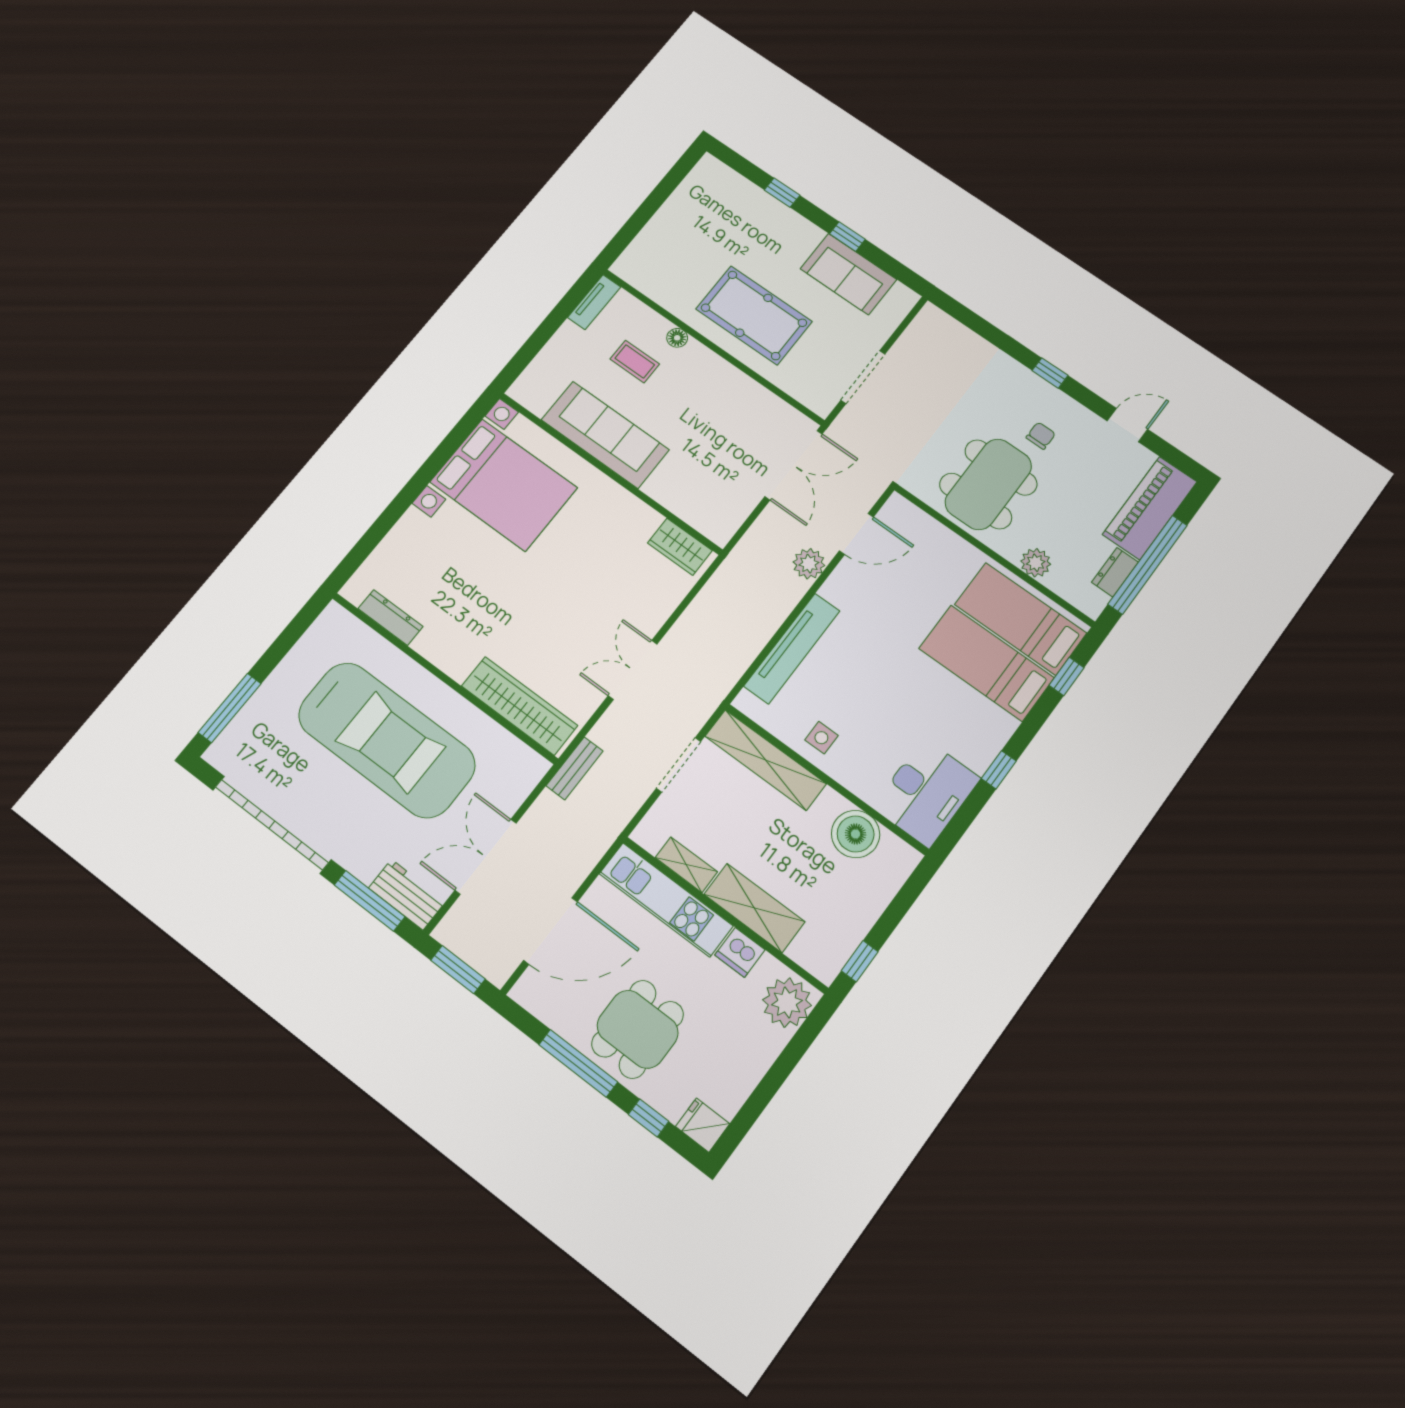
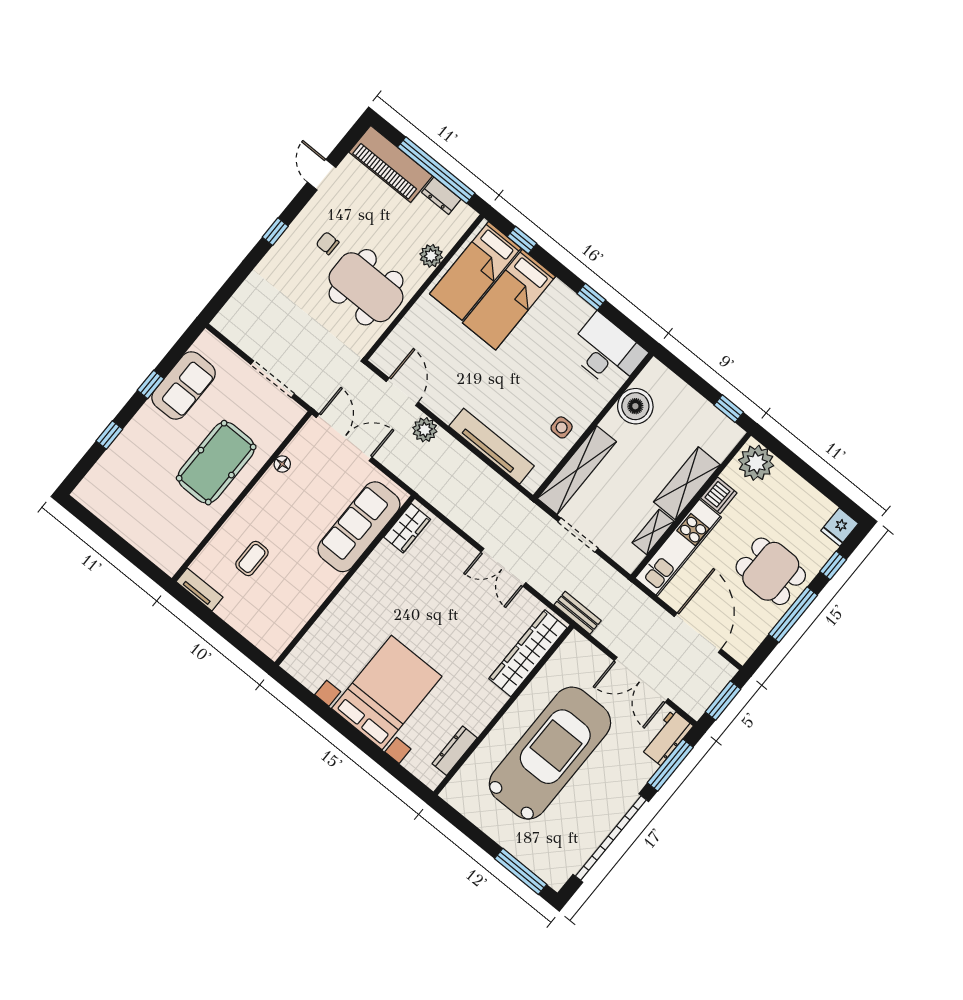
floor lamp: (677, 338) -> (282, 464), moved
sofa: (605, 435) -> (359, 527), moved
bed with nightstands: (504, 485) -> (387, 692), moved

